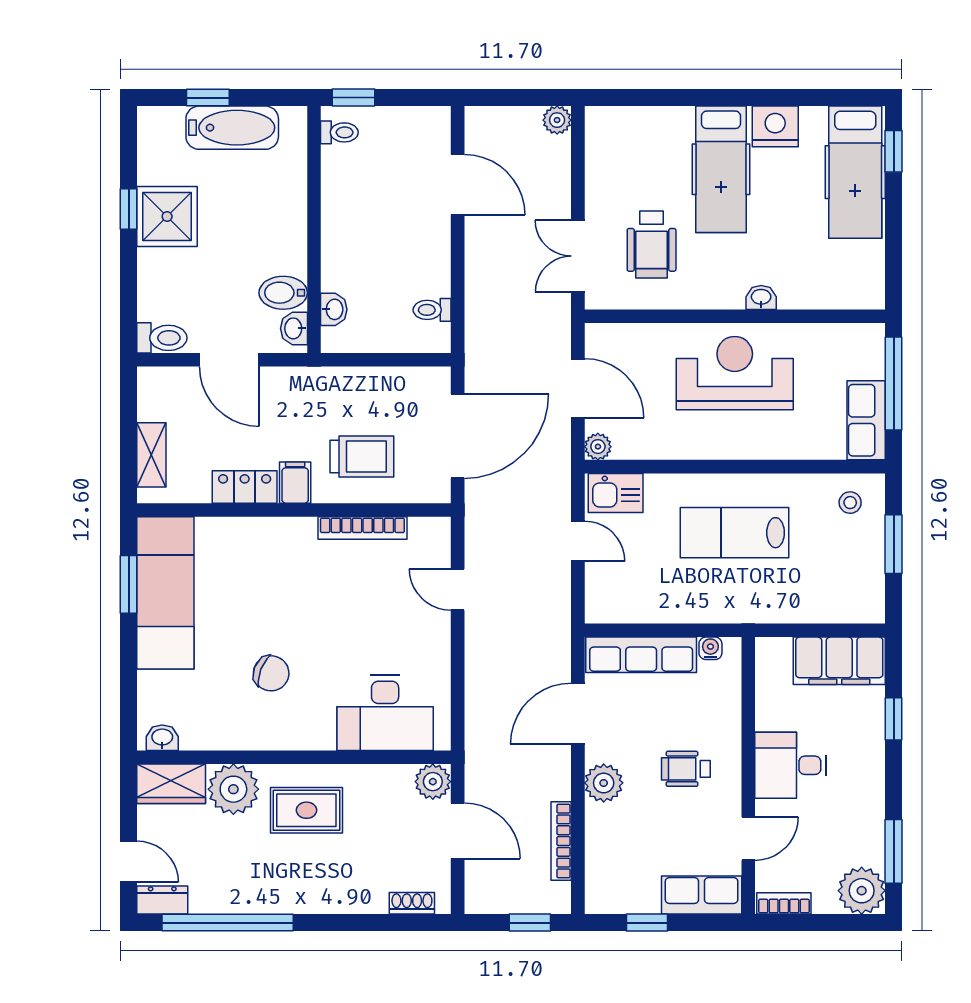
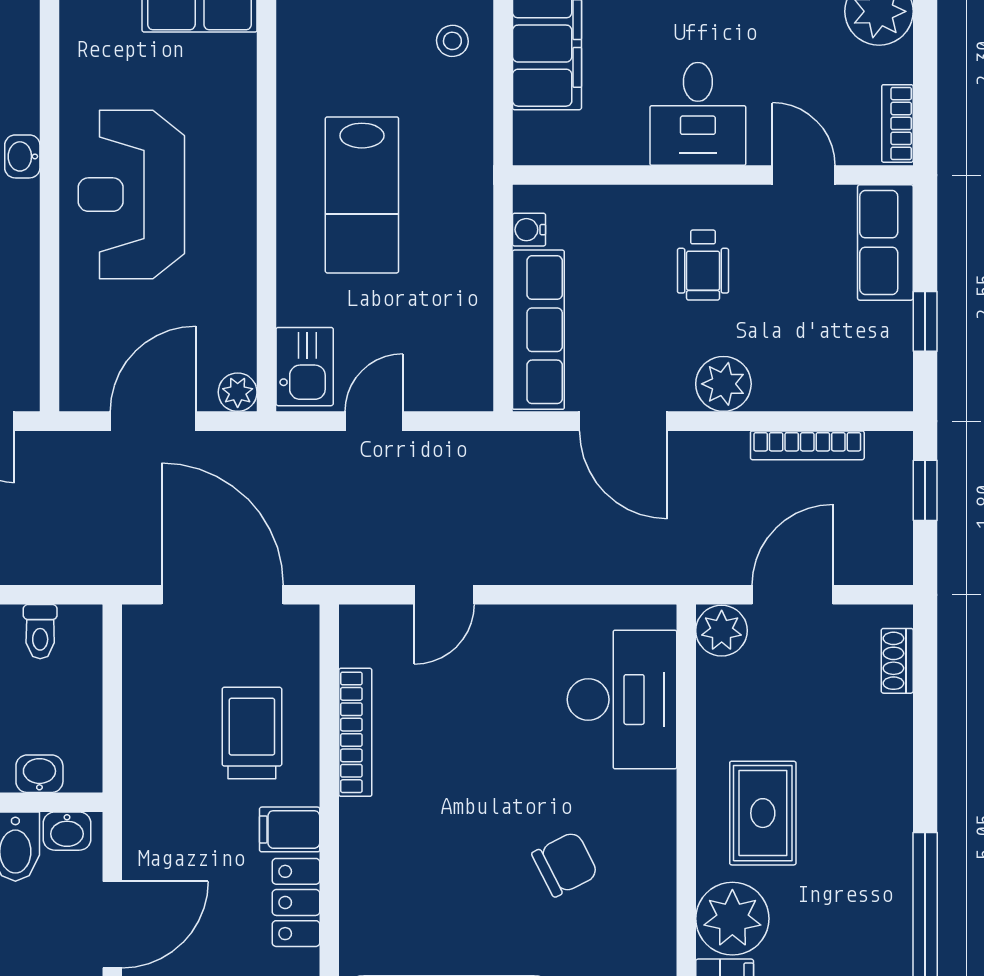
stool: (850, 503) -> (452, 41), moved
chair: (271, 673) -> (565, 864), turned 42

